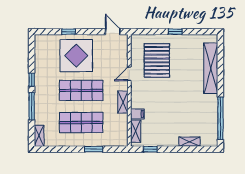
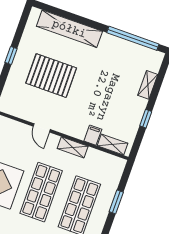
pallet: (157, 60) -> (51, 76), moved
window: (150, 149) -> (146, 119), moved

